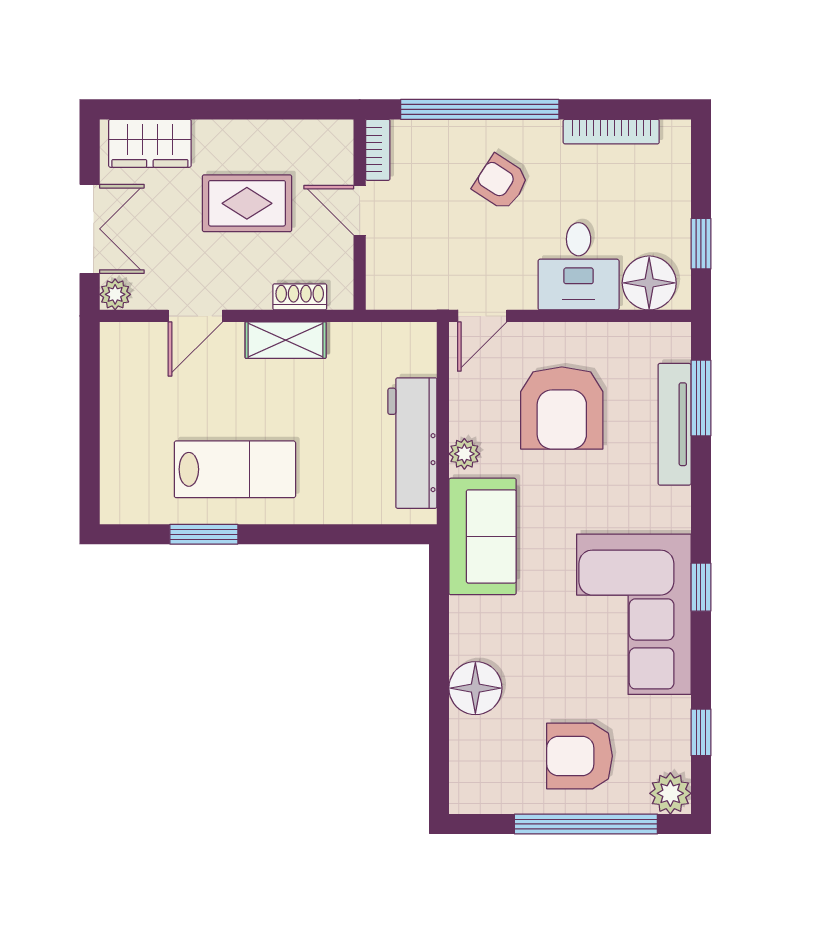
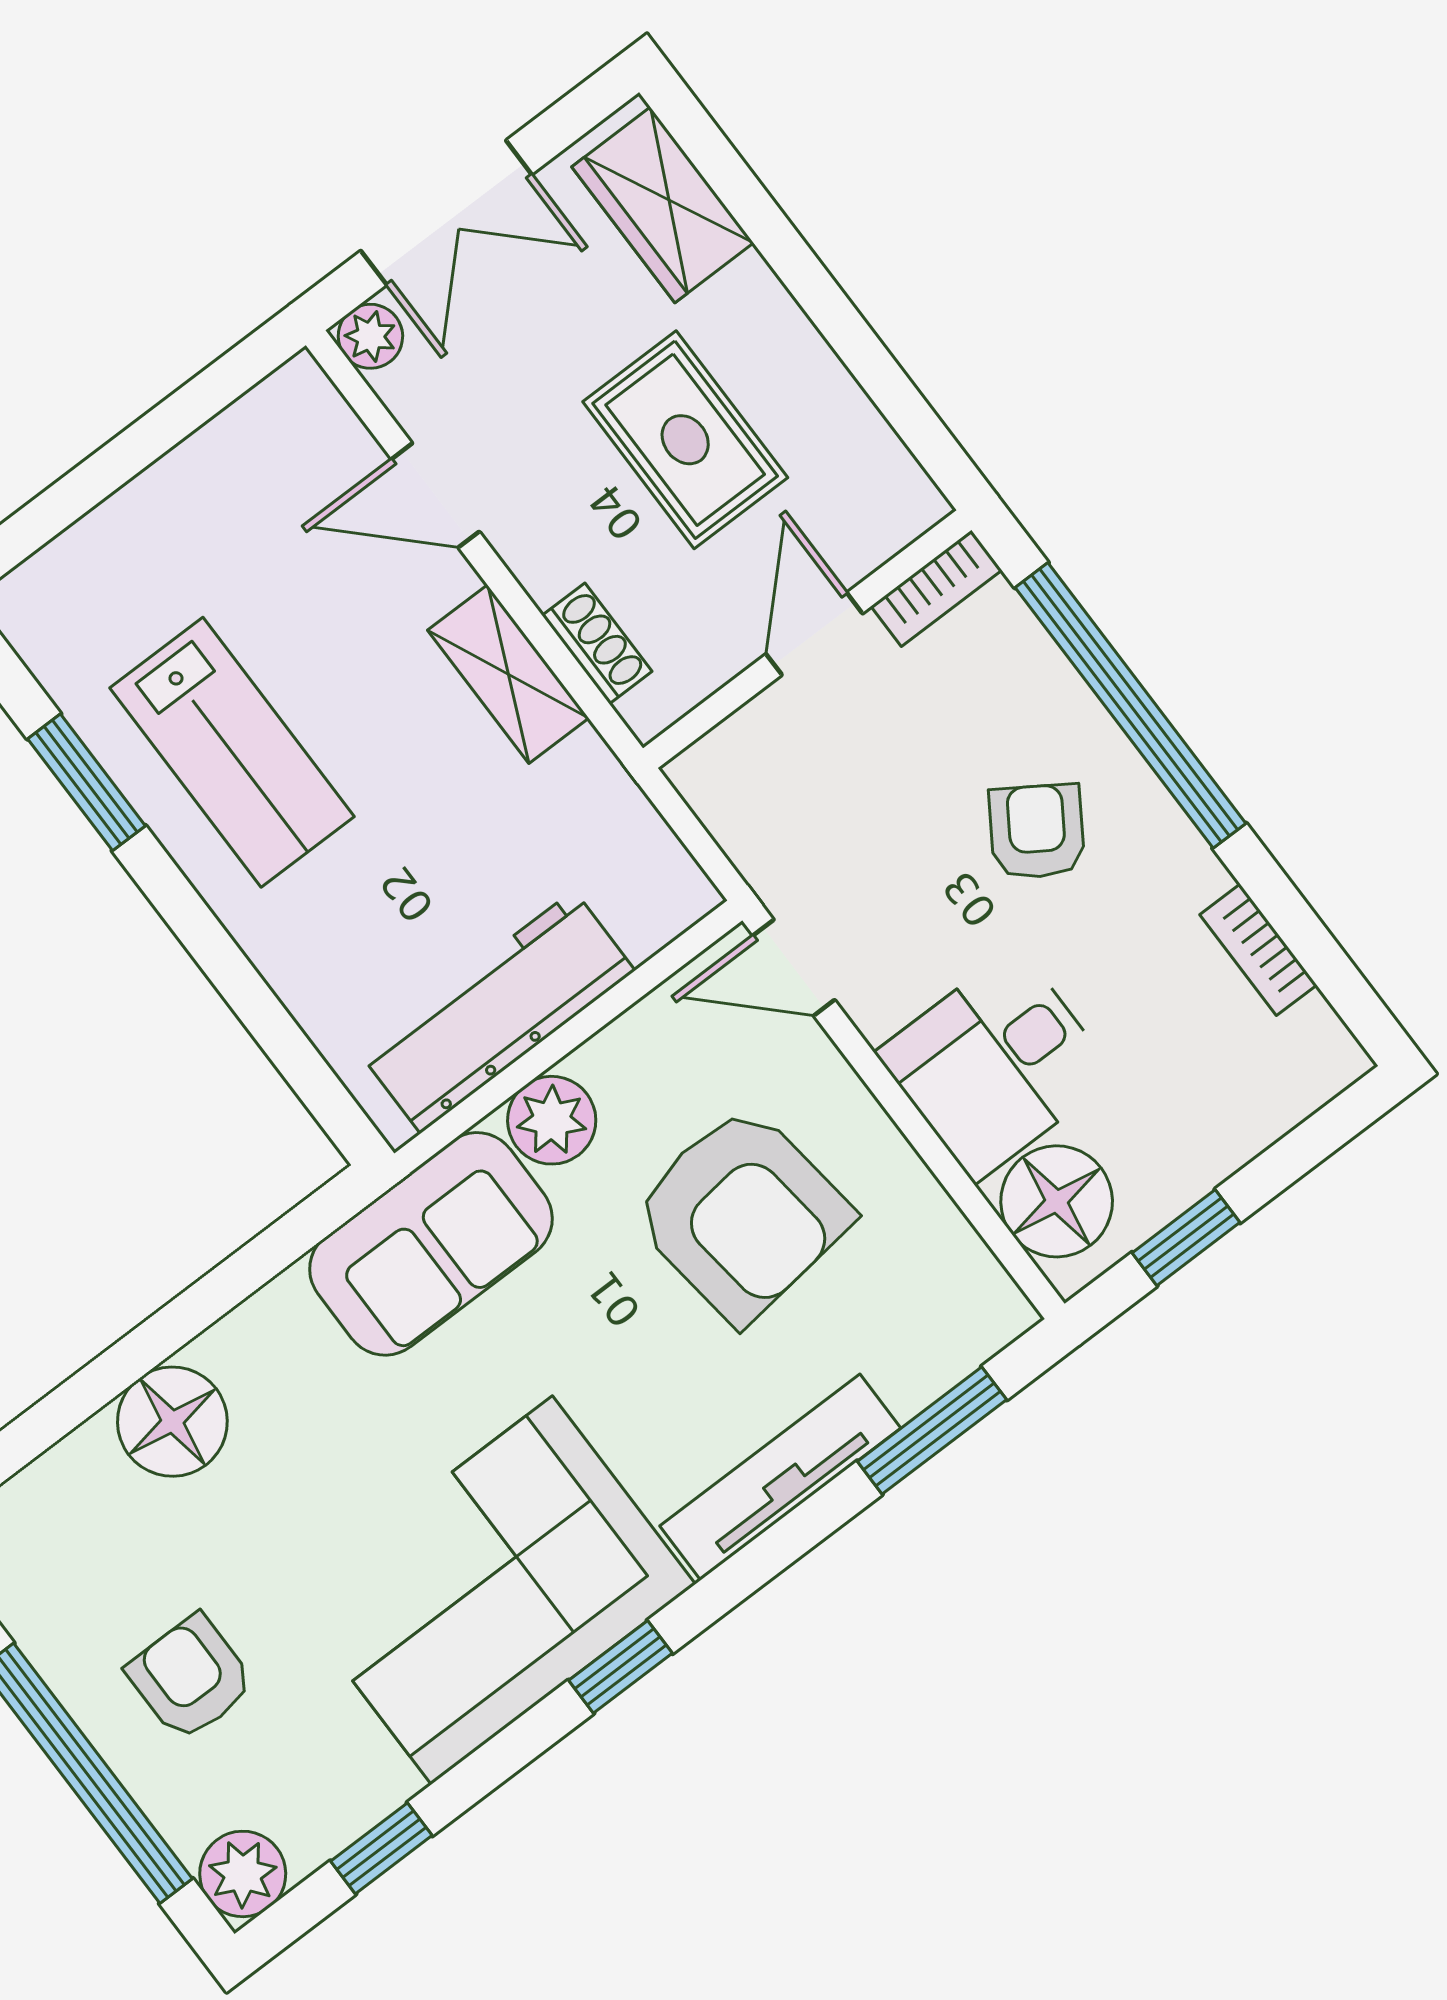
bookcase: (611, 132) -> (1258, 950), width x0.64
armchair: (562, 408) -> (741, 1214), turned -97
tv unit: (675, 424) -> (780, 1477), moved
plant: (464, 454) -> (552, 1120), width x1.38, depth x1.38
armchair: (579, 756) -> (191, 1678), width x0.72, depth x0.72

